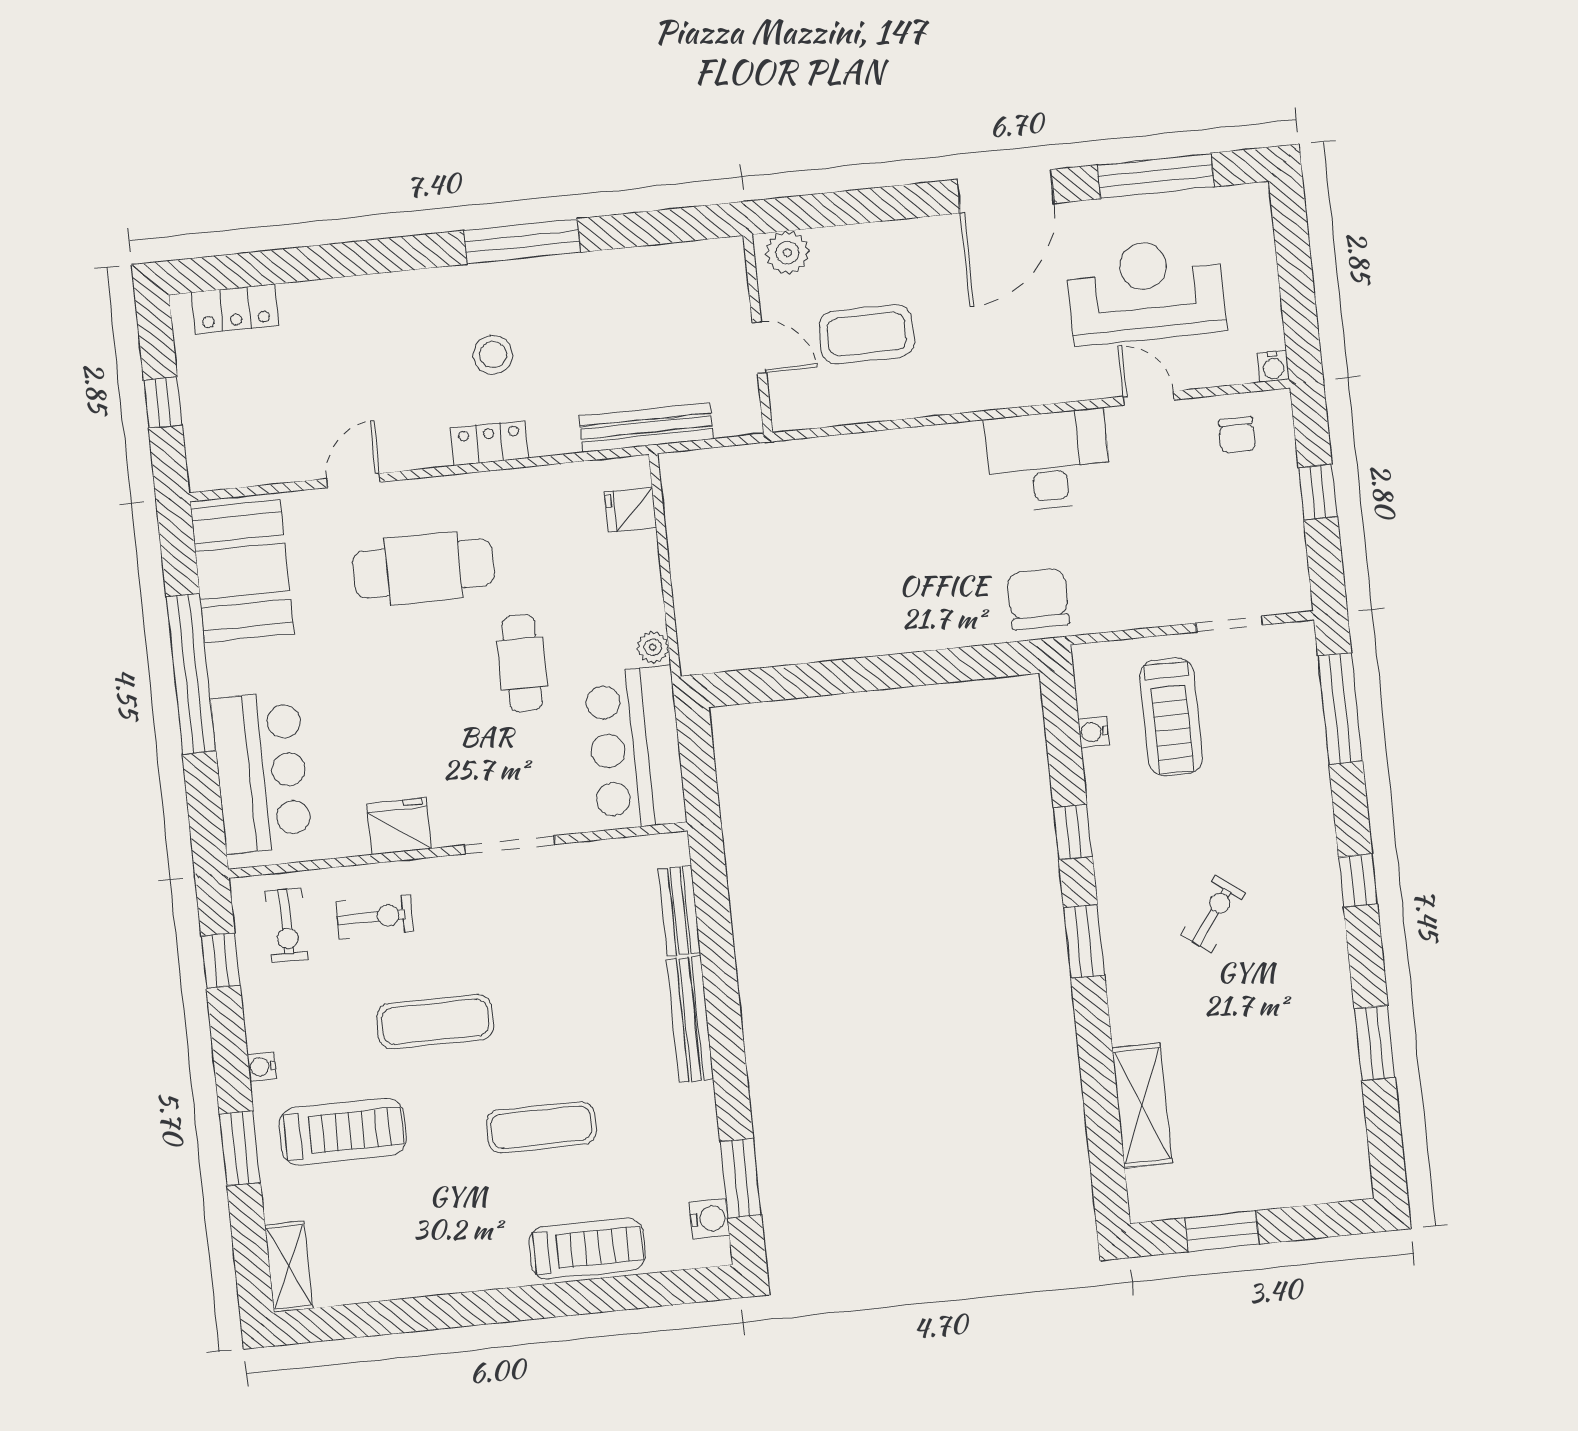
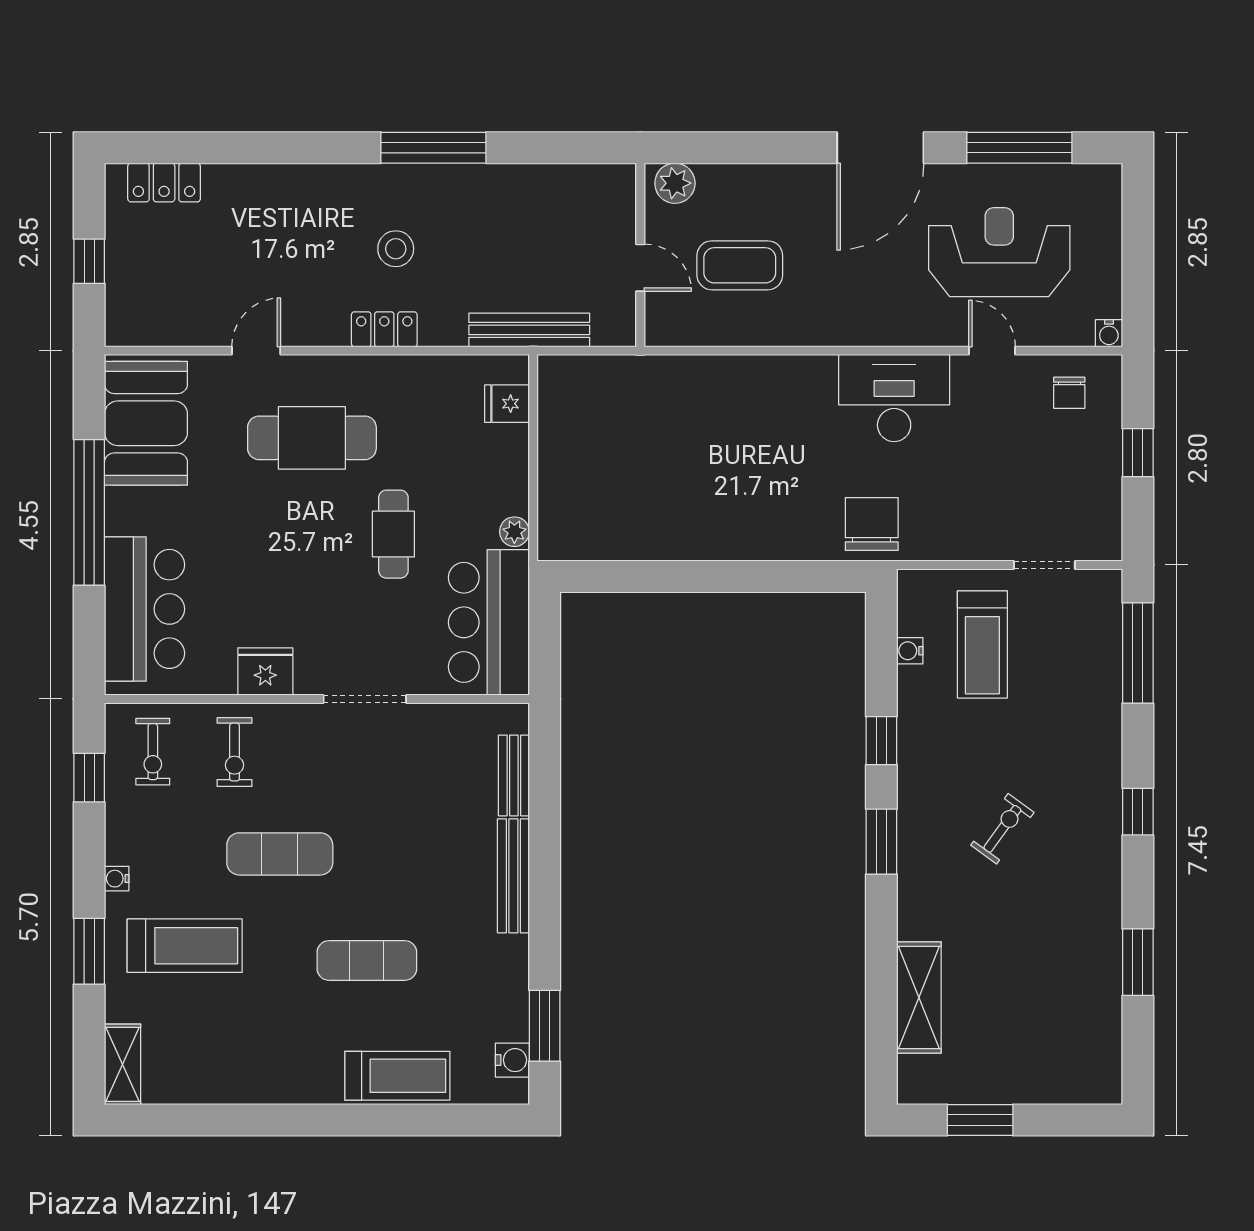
exercise bike: (375, 917) -> (234, 752), turned 90

